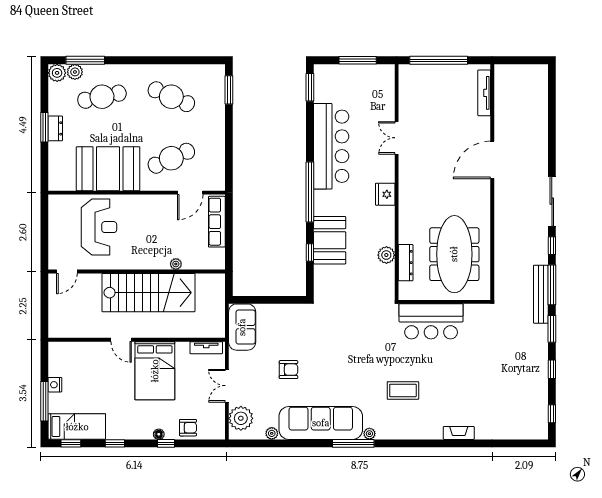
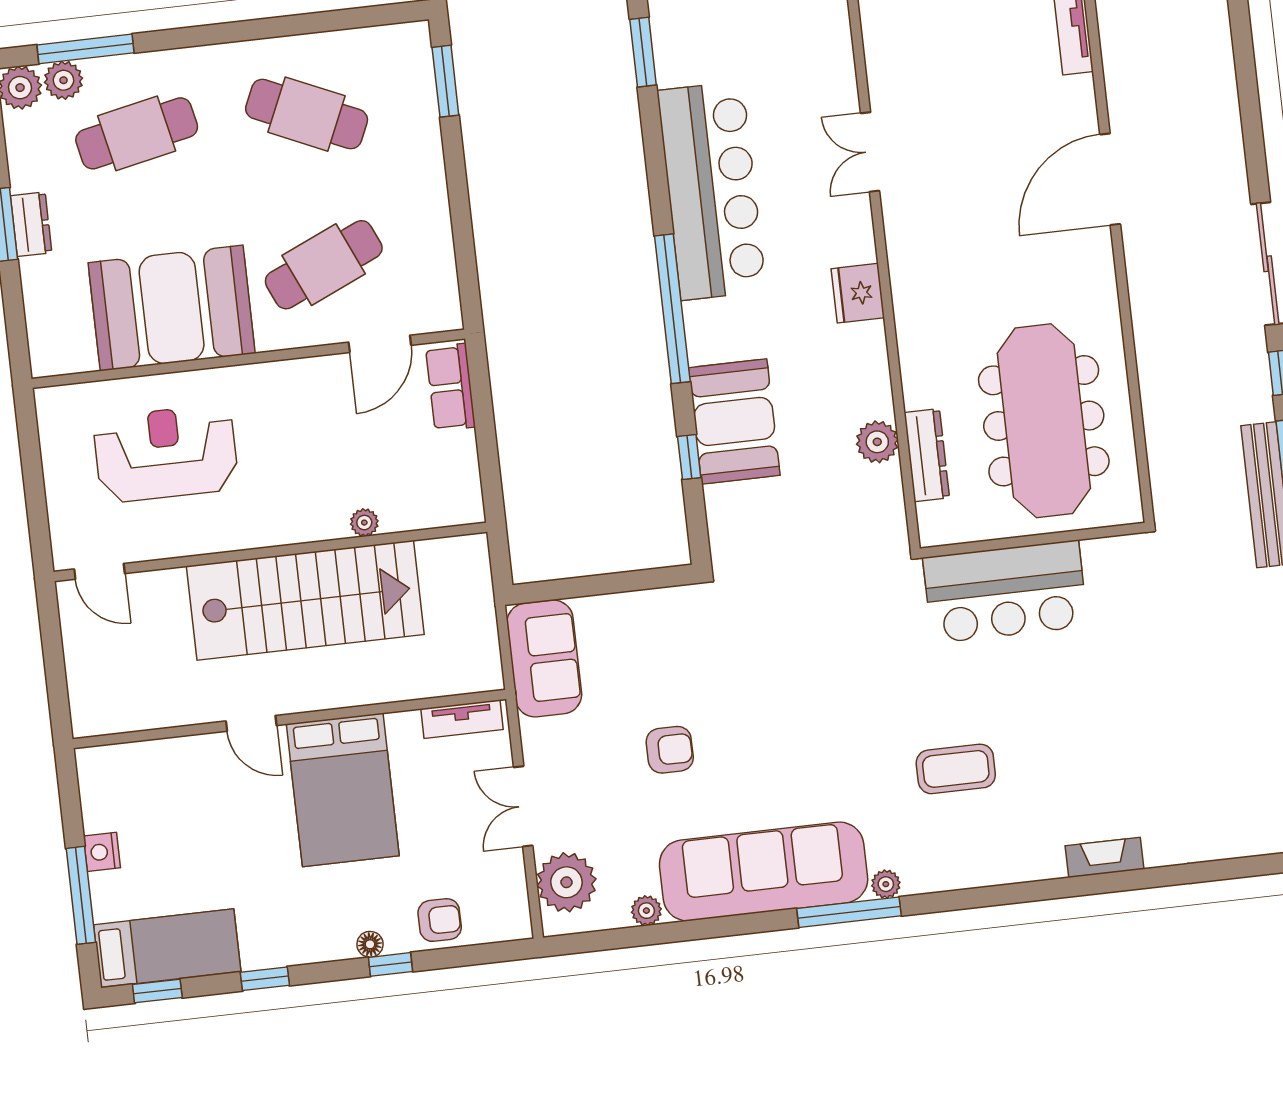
row of seats: (217, 222) -> (451, 387), width x0.68
reception desk: (99, 227) -> (166, 454), turned -90
door: (67, 272) -> (100, 571), hinge flipped

